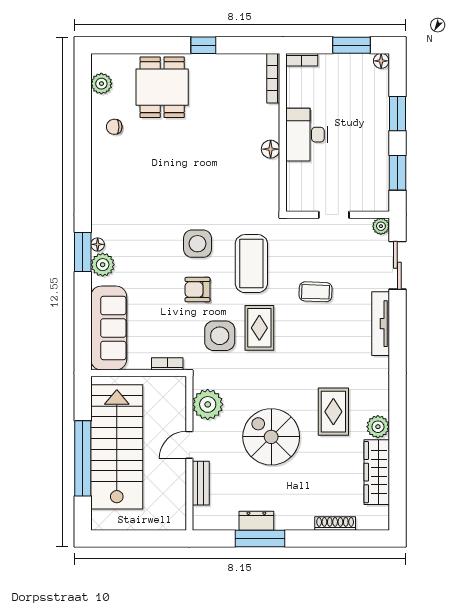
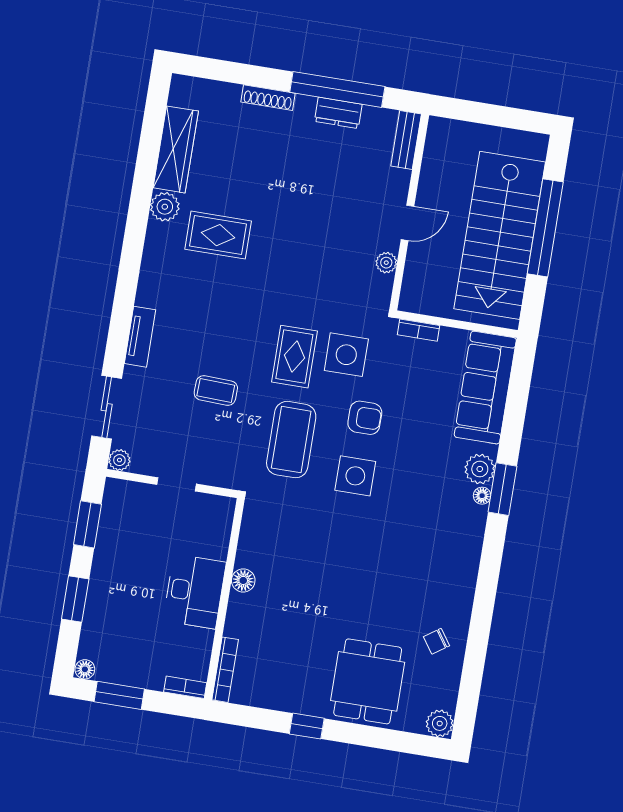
plant: (101, 84) -> (440, 723), moved
chair: (114, 127) -> (437, 641), turned 145
tv unit: (381, 324) -> (140, 337), width x0.71
plant: (208, 404) -> (386, 263), width x0.53, depth x0.53
rug: (333, 412) -> (218, 235), turned 90
spiral stairs: (271, 437) -> (302, 216), removed
bench: (201, 483) -> (406, 140), moved
shoe rack: (335, 524) -> (268, 98), moved
window: (260, 539) -> (337, 89), width x1.46

